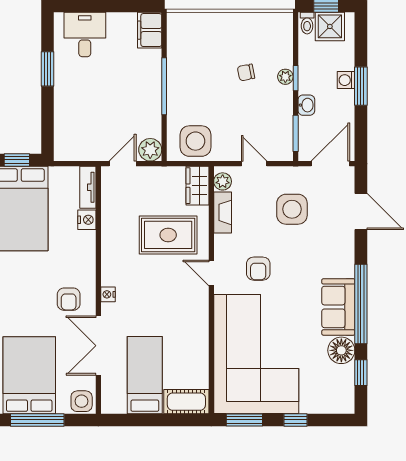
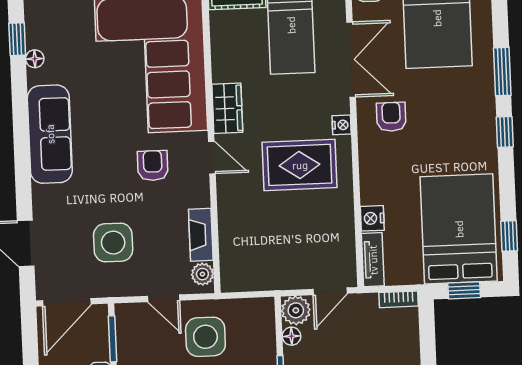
floor lamp: (154, 130) -> (292, 336), added
side table: (195, 141) -> (205, 337), moved
bookcase: (69, 155) -> (399, 299), added
wardrobe: (198, 186) -> (227, 108), moved
rug: (168, 235) -> (300, 165), moved
window: (361, 304) -> (21, 126), removed
sofa: (338, 307) -> (50, 134), width x1.36
floor lamp: (341, 350) -> (35, 59), width x0.53, depth x0.53

